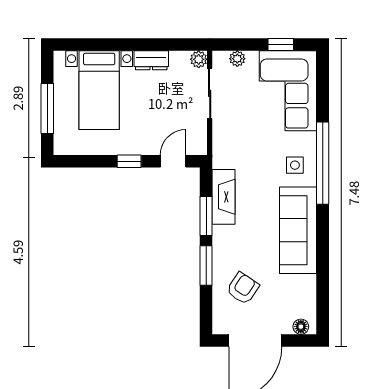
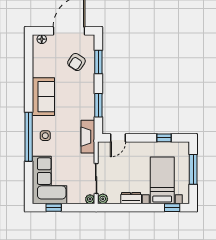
window: (83, 45) -> (172, 208), added
plant: (237, 59) -> (90, 199), moved
window: (129, 161) -> (164, 138), moved
fireplace: (224, 197) -> (88, 137), moved
sofa: (298, 230) -> (43, 97), width x0.73
window: (206, 265) -> (98, 62), moved

